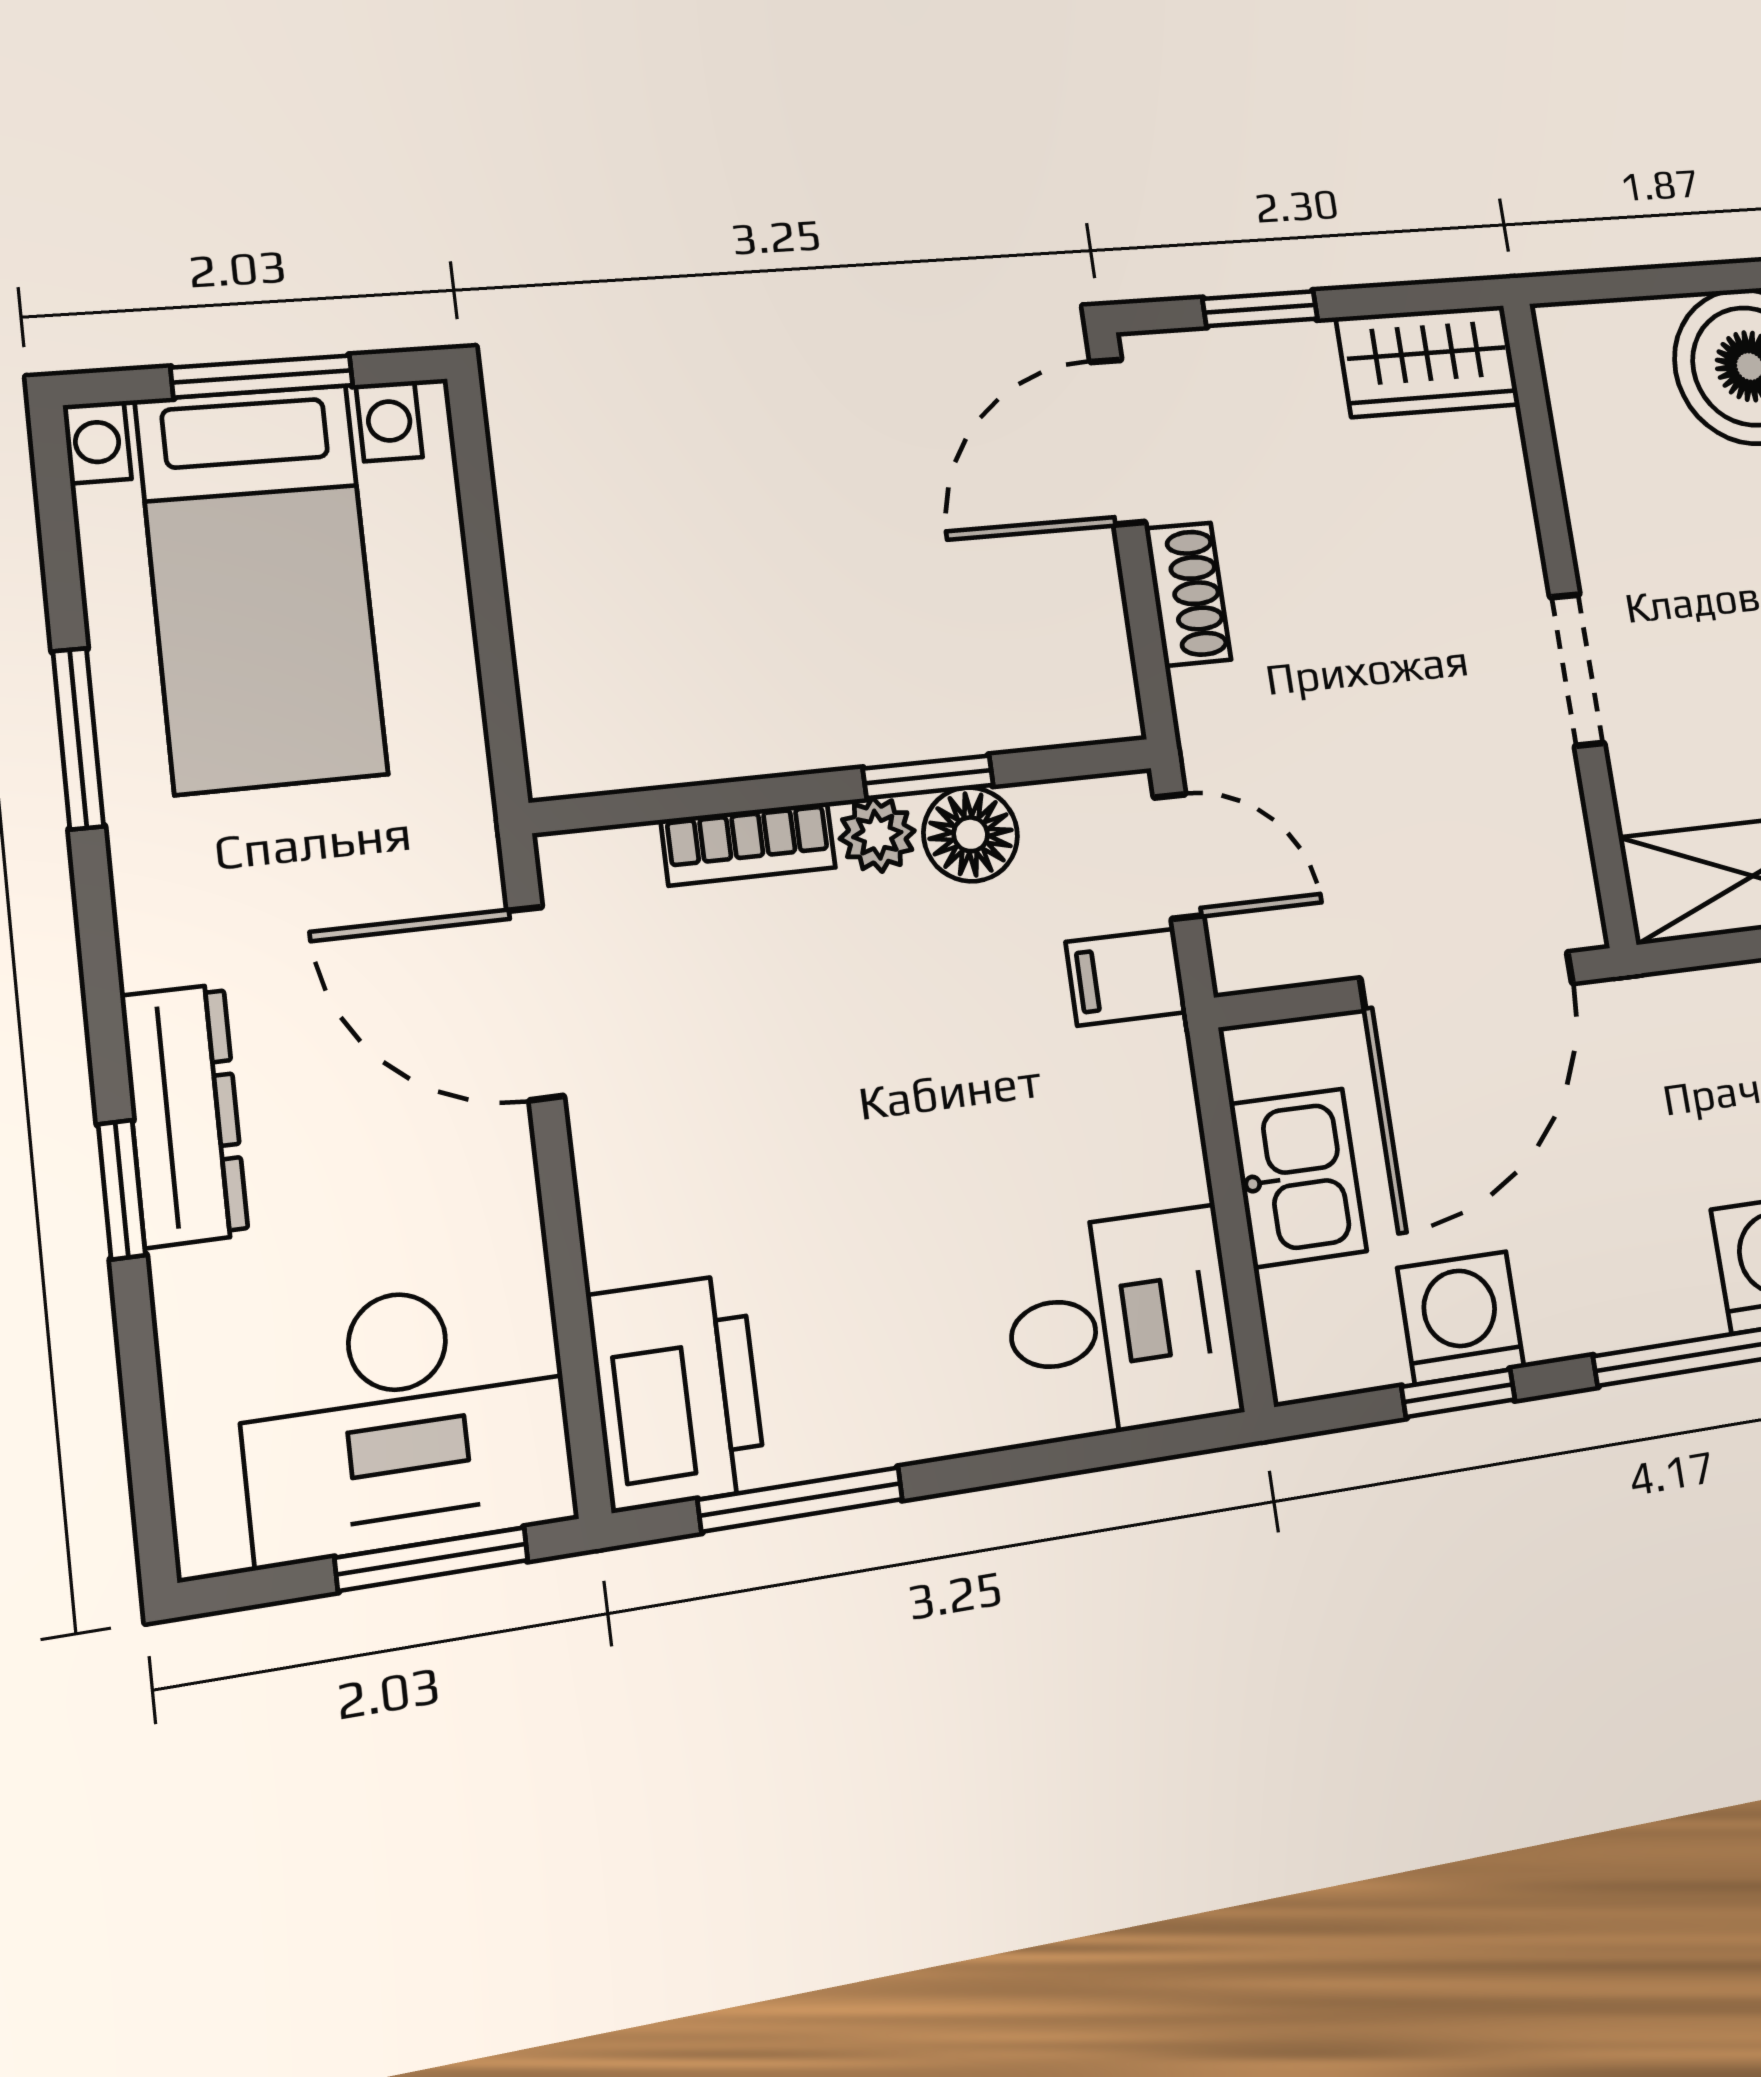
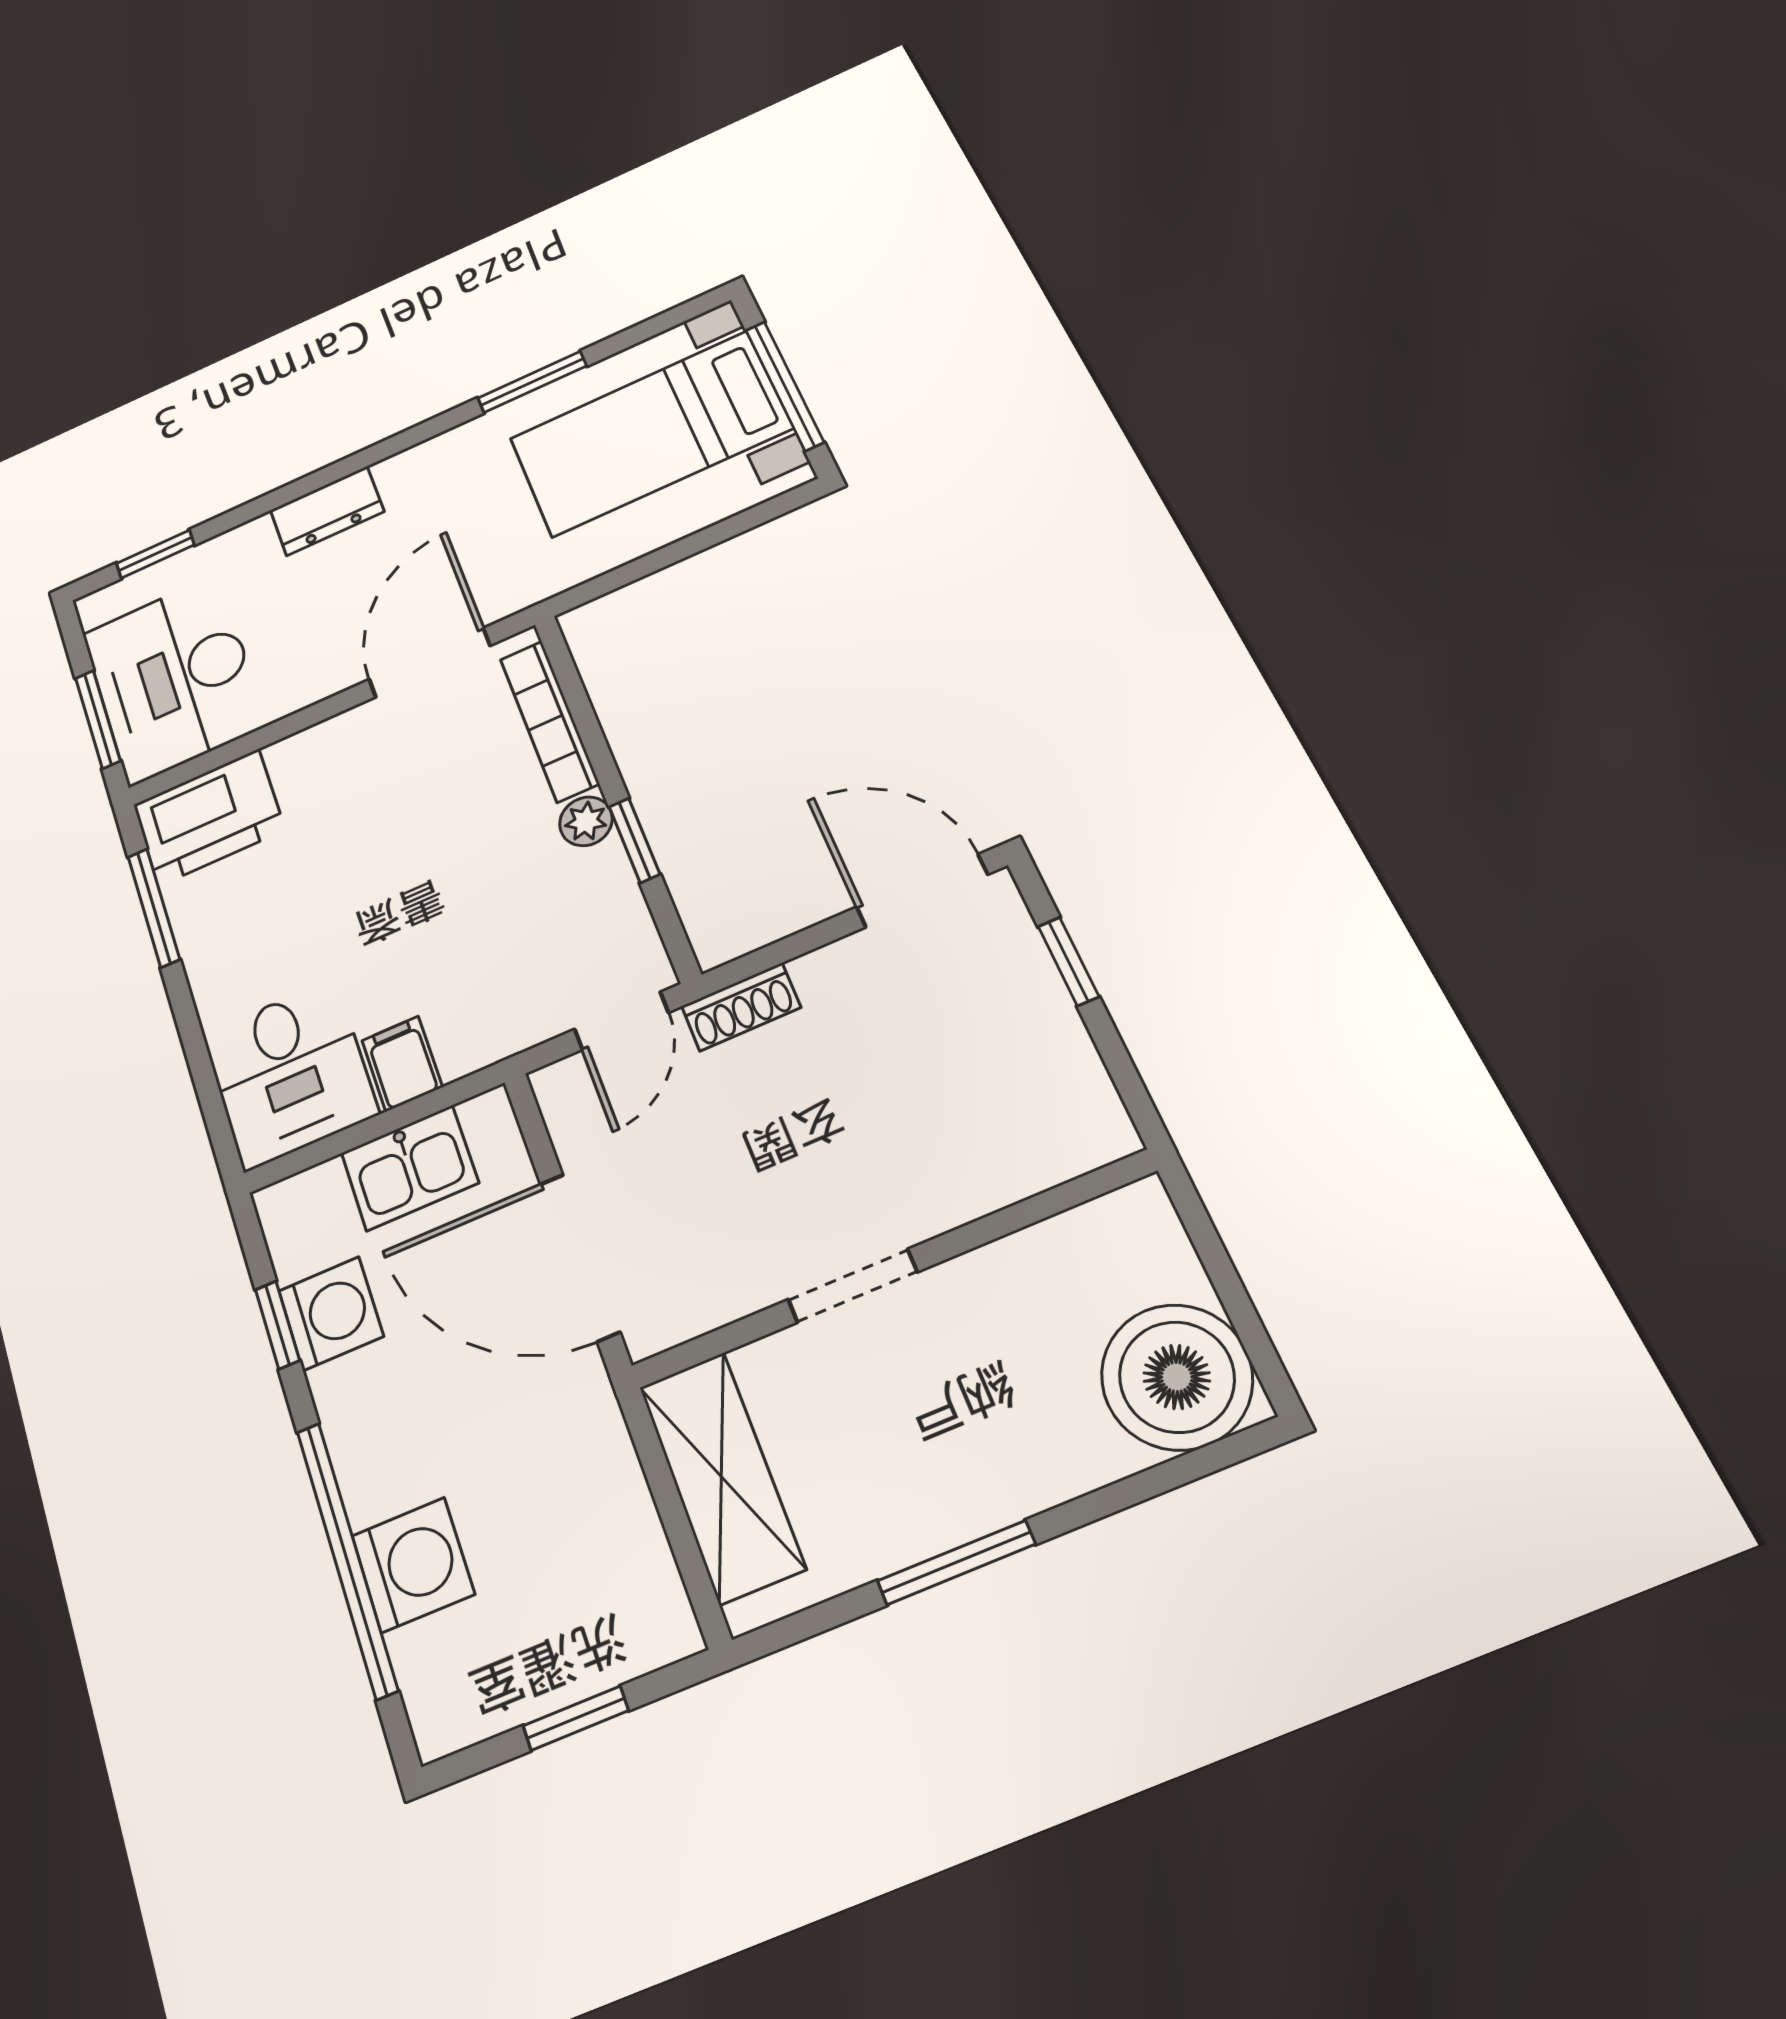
wardrobe: (1428, 361) -> (1075, 1101), removed
window: (262, 376) -> (784, 386), width x1.44
shoe rack: (1188, 594) -> (741, 1007), moved
floor lamp: (971, 834) -> (601, 879), removed
bookcase: (748, 844) -> (549, 721), width x1.56
filing cabinet: (1126, 977) -> (402, 1064), moved
dresser: (184, 1115) -> (327, 511), width x0.70
window: (122, 1190) -> (155, 554), moved

